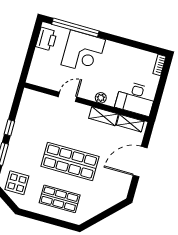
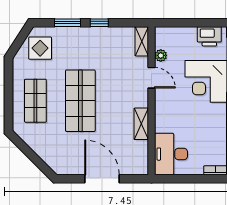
plant: (101, 98) -> (161, 55), moved
shelving: (130, 123) -> (142, 41), moved

